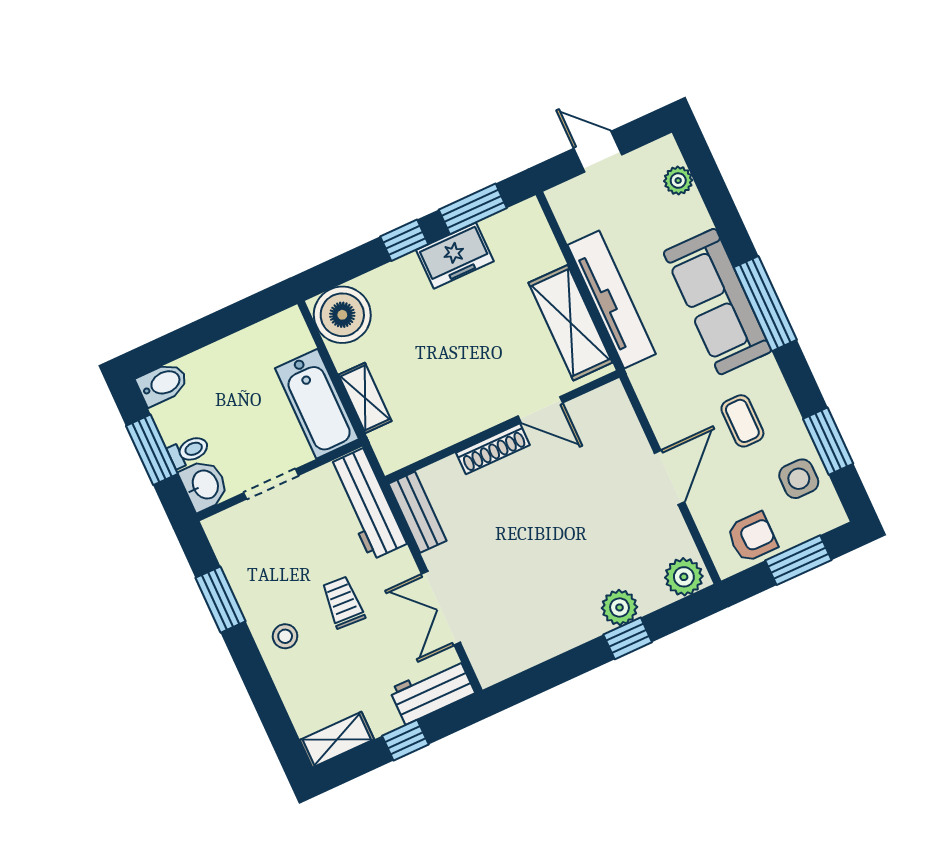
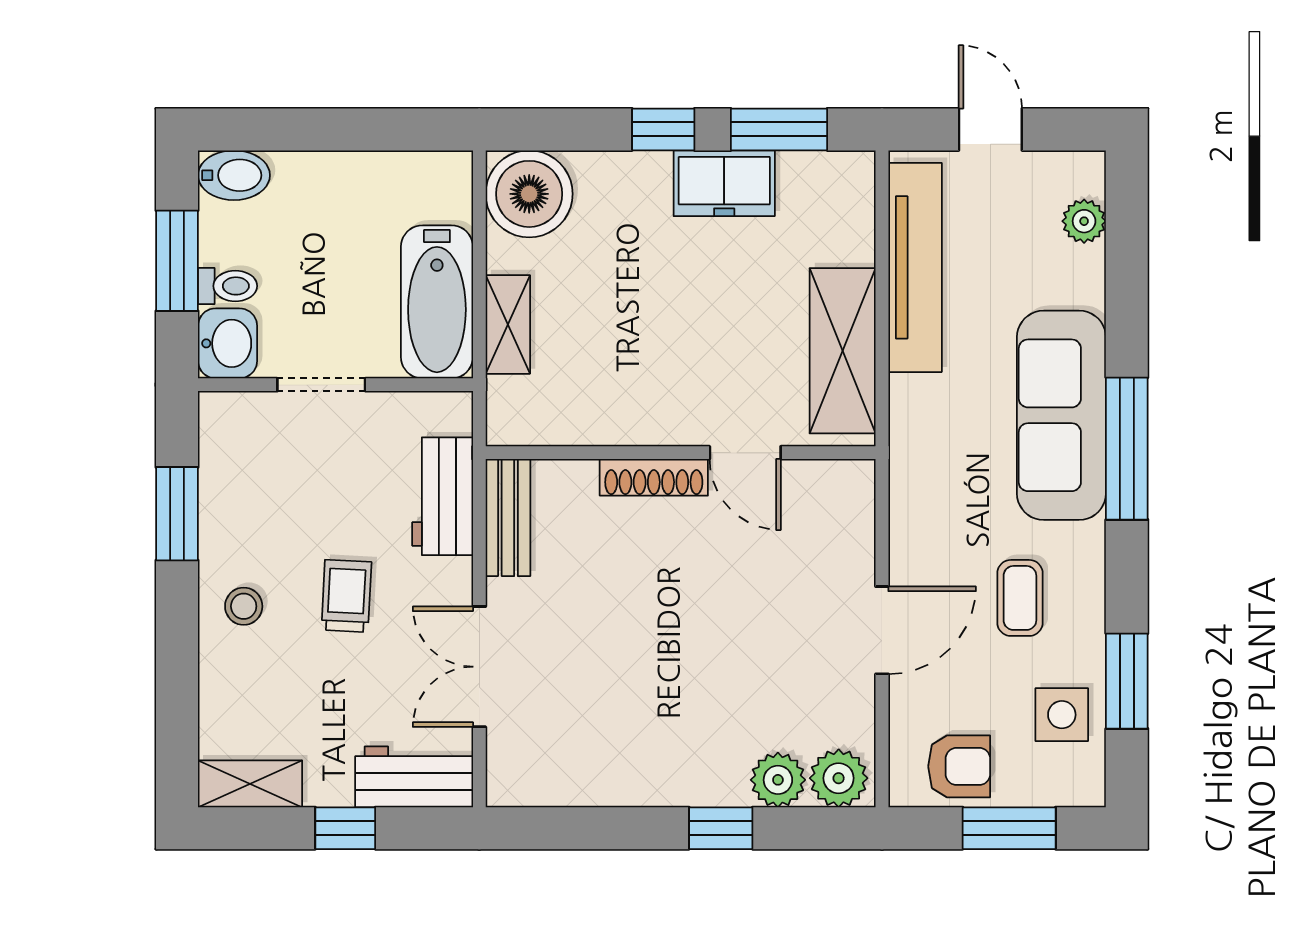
tv unit: (612, 299) -> (915, 267), moved
workbench: (367, 504) -> (443, 496), width x0.73
plant: (620, 607) -> (778, 780), moved

